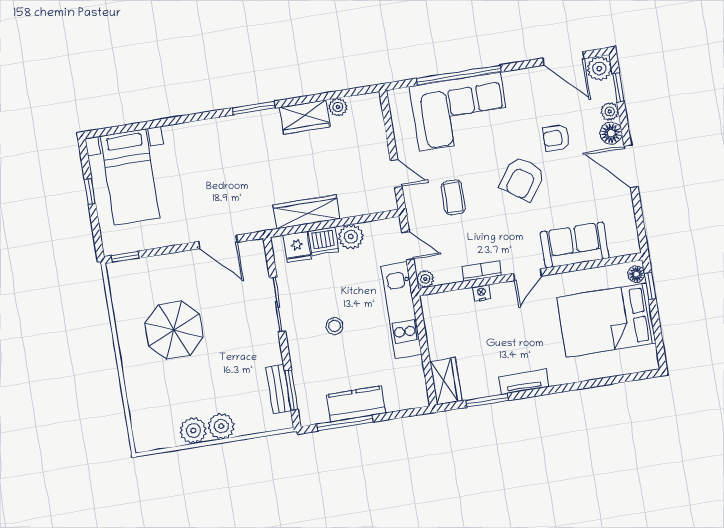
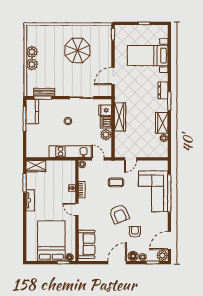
dresser: (233, 126) -> (163, 90), added
bed with nightstands: (130, 177) -> (148, 56), moved
armchair: (523, 179) -> (119, 214), turned -147
sofa: (575, 245) -> (87, 244), moved
door: (408, 246) -> (98, 159), swing flipped
kitchen counter: (356, 404) -> (32, 111), moved

